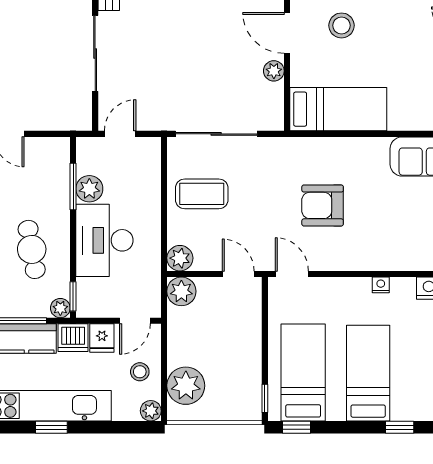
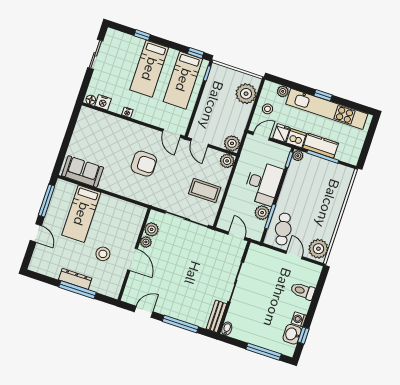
plant: (271, 96) -> (152, 229), added
bed: (338, 109) -> (81, 214), moved, turned -90
door: (120, 134) -> (237, 236), swing flipped
cafe table: (32, 249) -> (283, 229), moved
plant: (151, 411) -> (283, 91), moved

